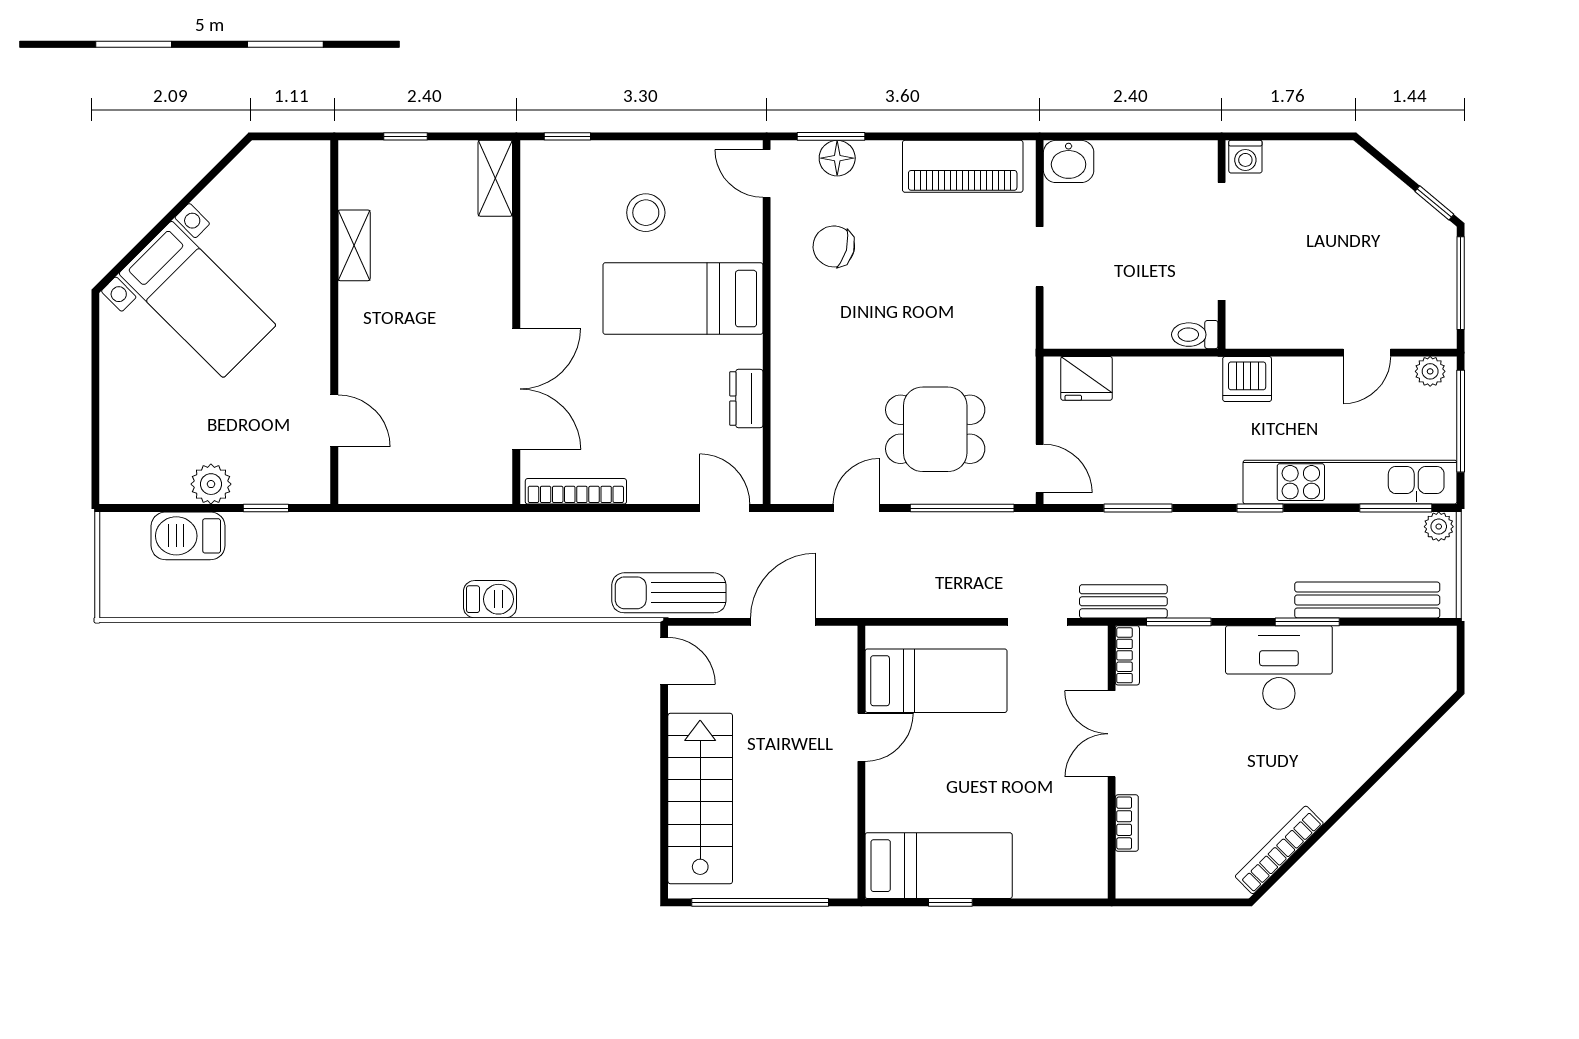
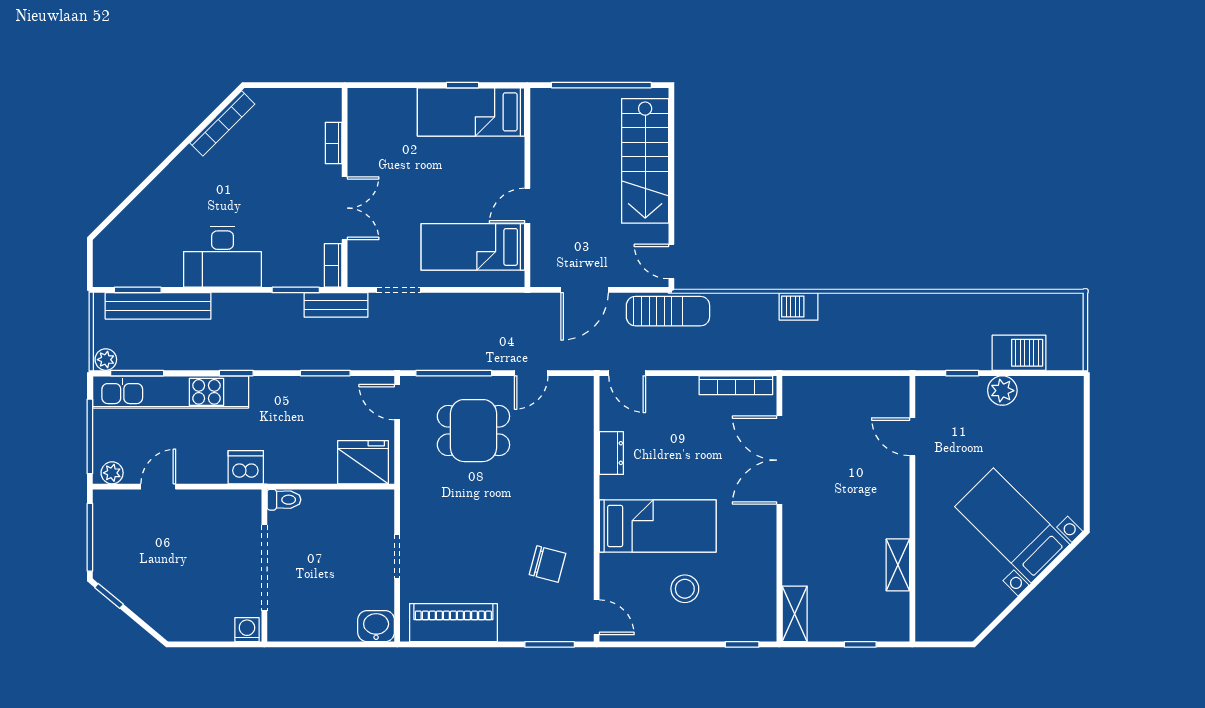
floor lamp: (837, 158) -> (545, 629), removed
fridge: (1087, 378) -> (363, 462), width x1.36, depth x1.34
window: (1307, 622) -> (138, 290), moved

